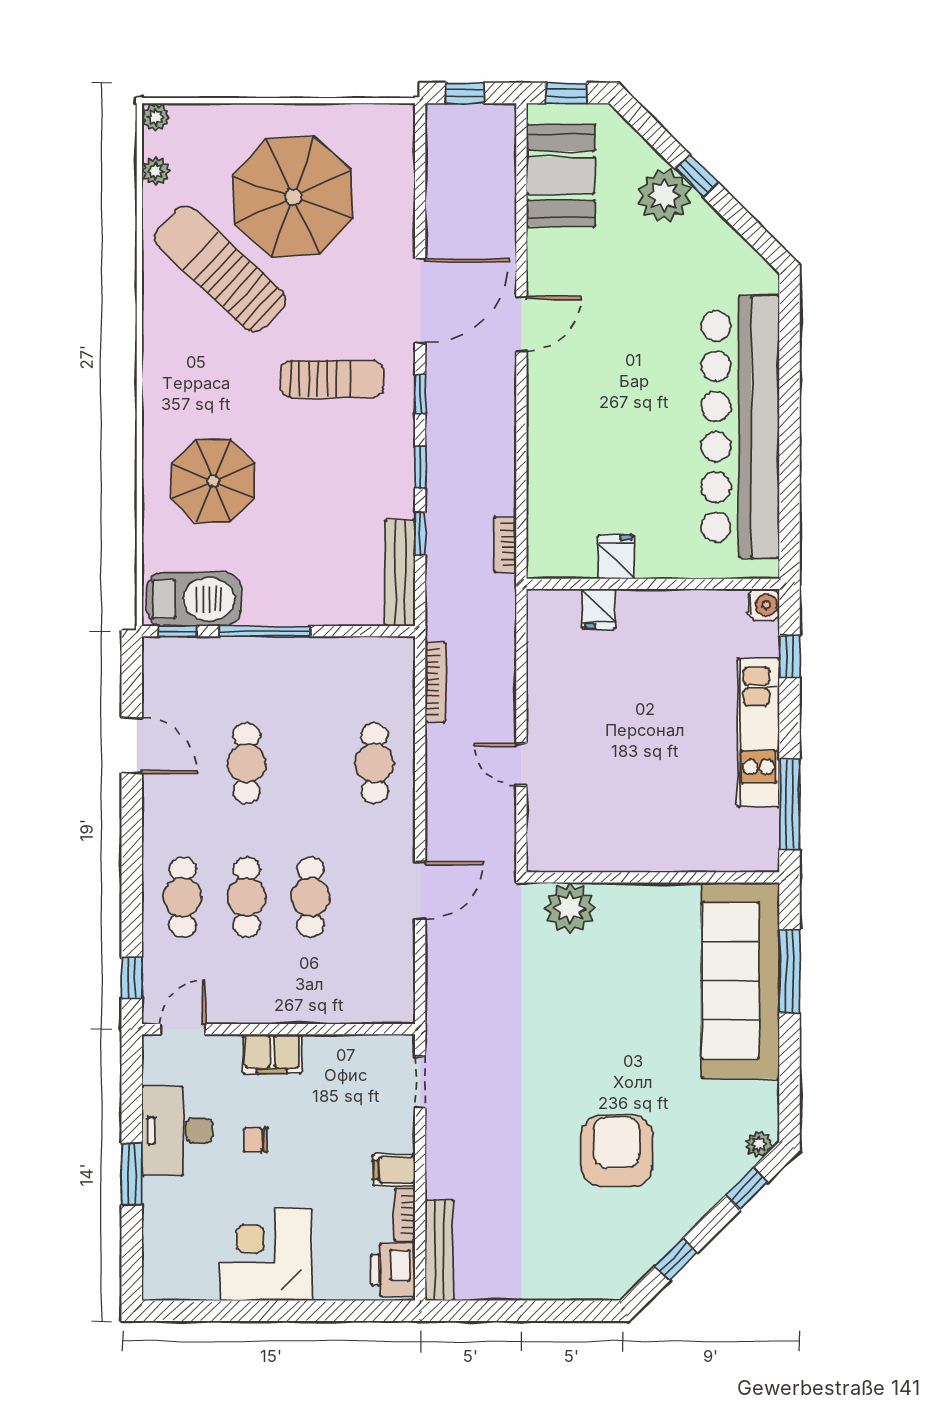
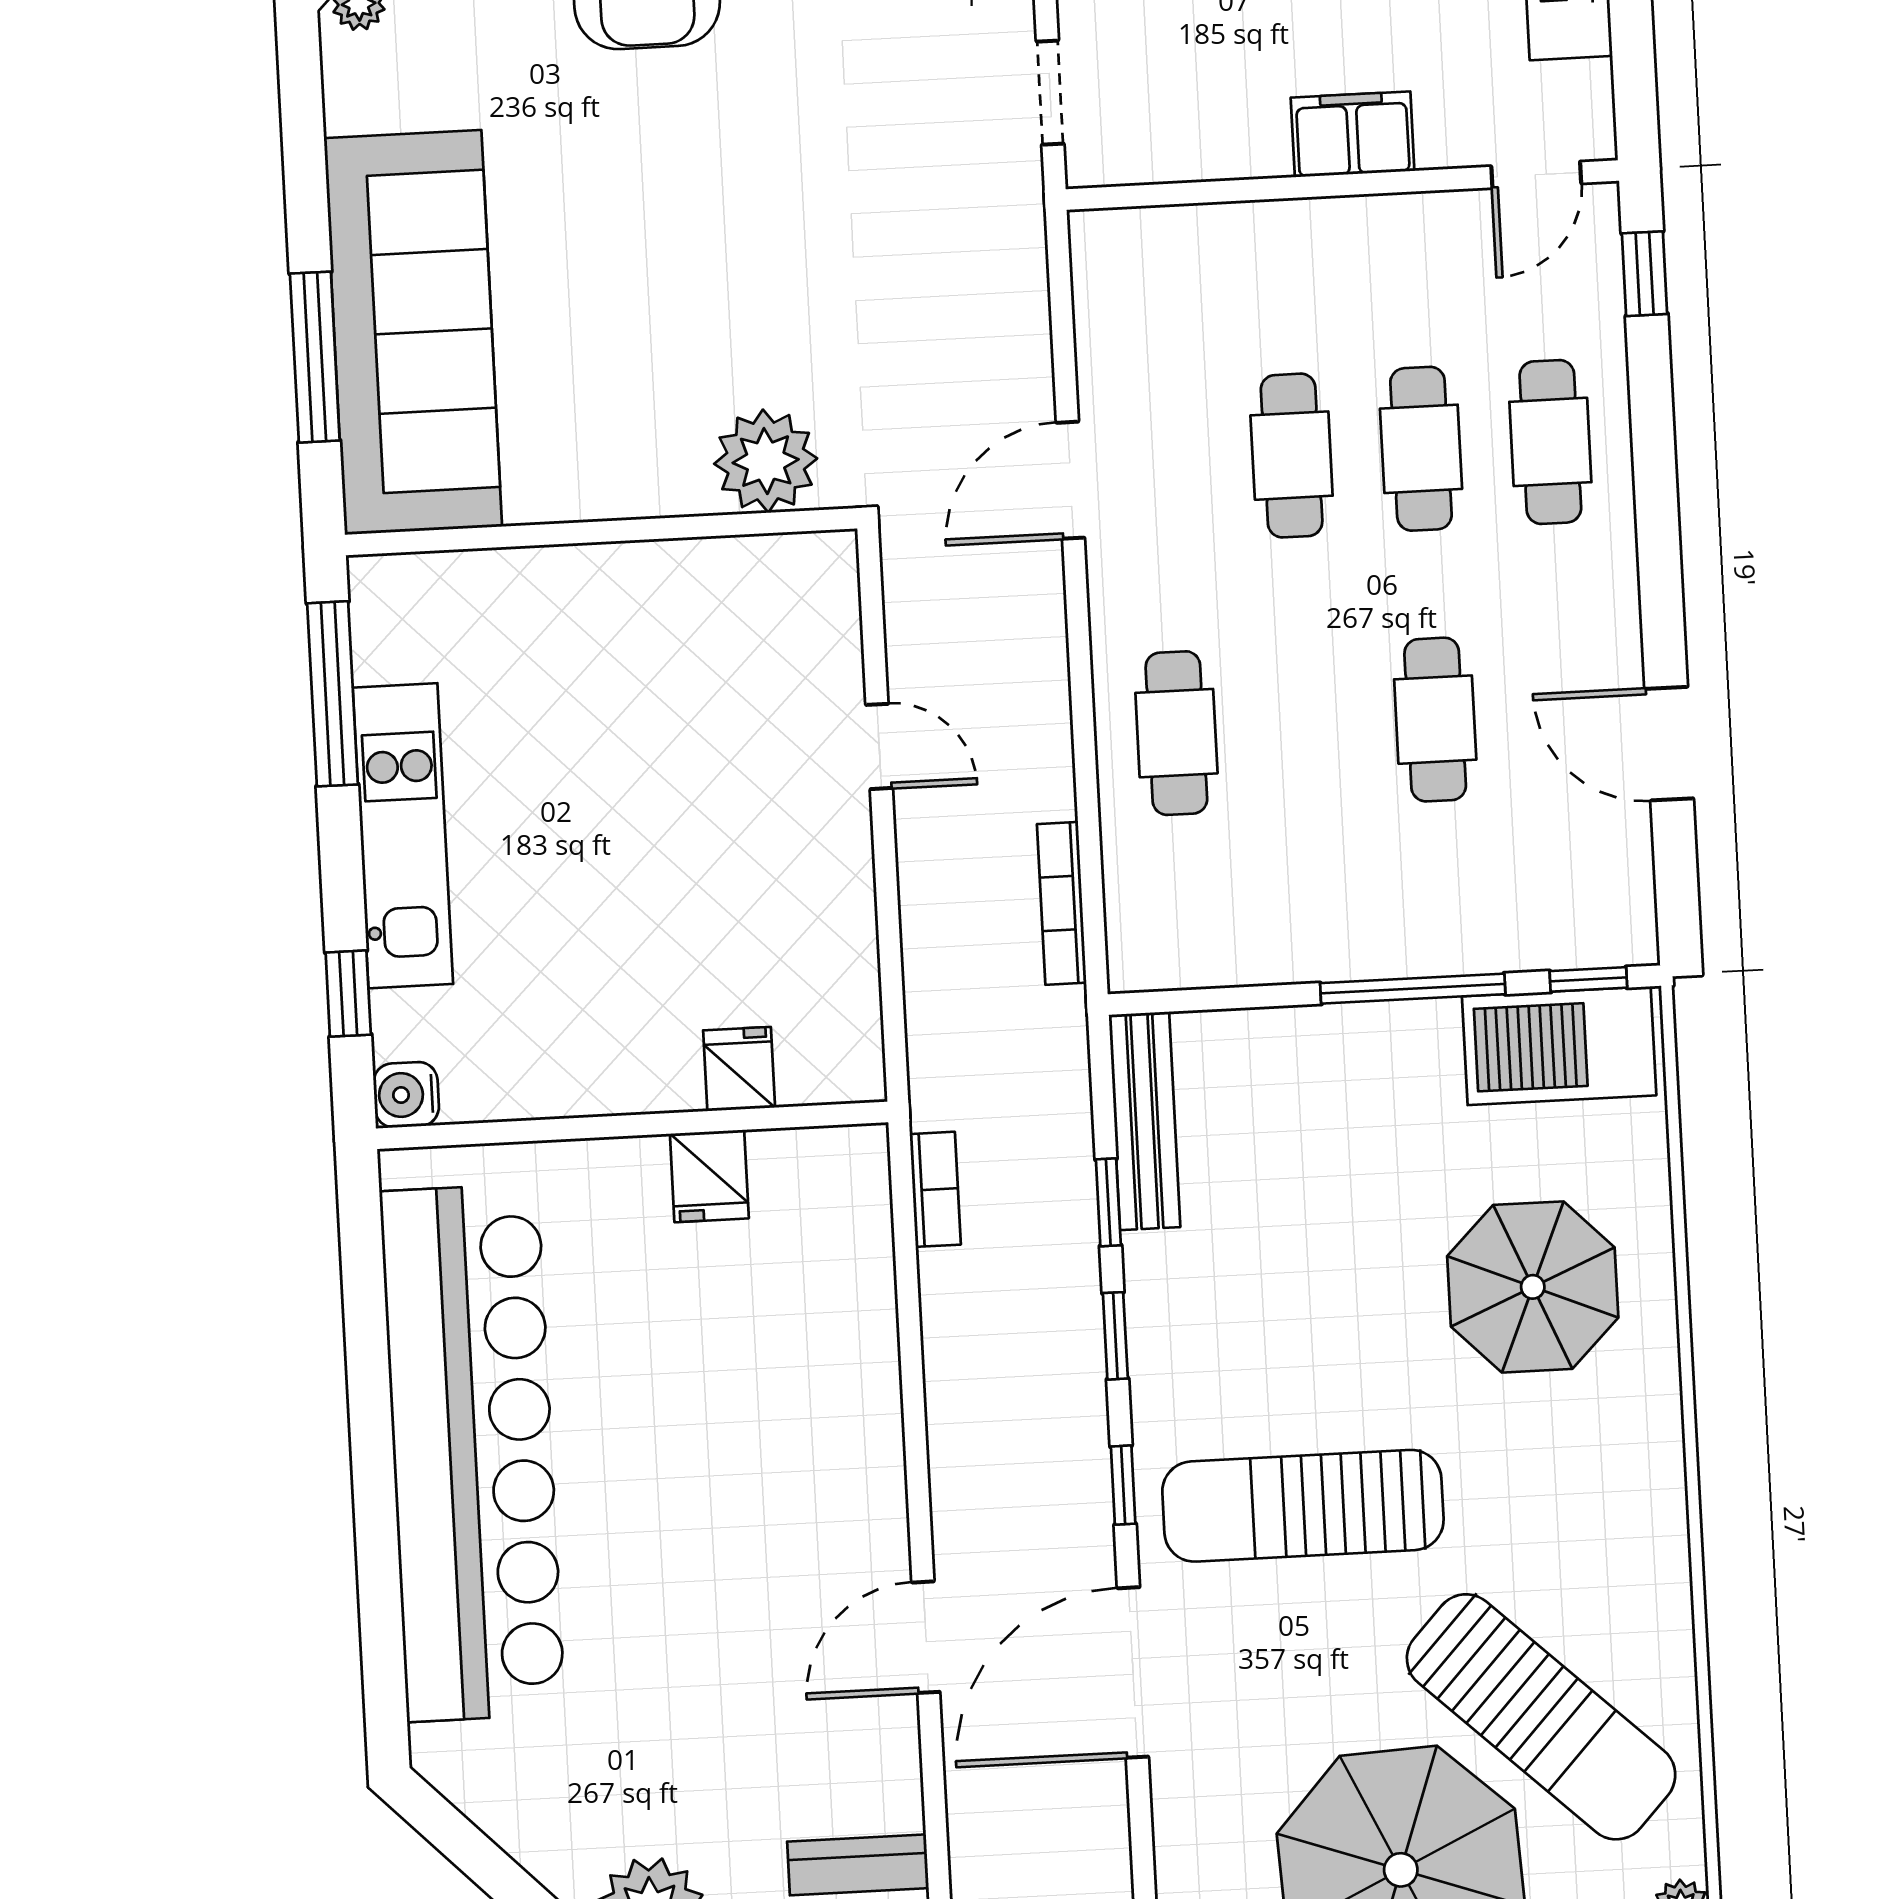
sun lounger: (332, 379) -> (1303, 1506), width x1.36, depth x1.34

